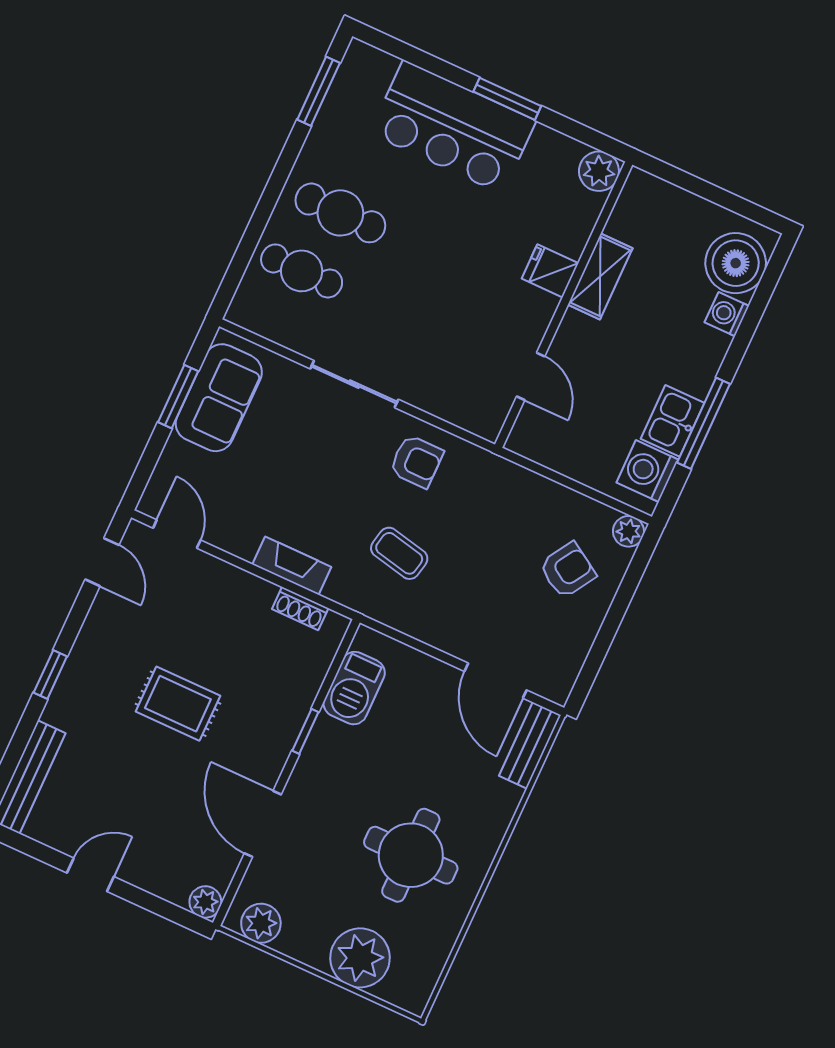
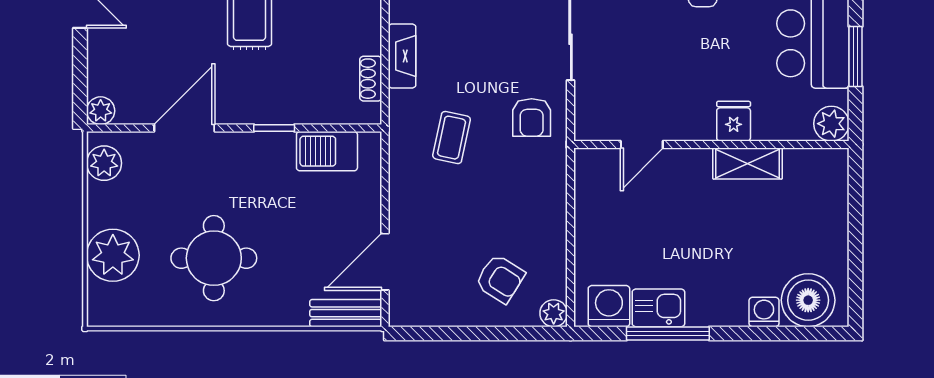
plant: (599, 171) -> (831, 124), moved
fridge: (550, 271) -> (734, 121), moved
shelving: (600, 276) -> (748, 163), moved
wall: (564, 305) -> (711, 145), moved
door: (531, 376) -> (642, 145), moved

